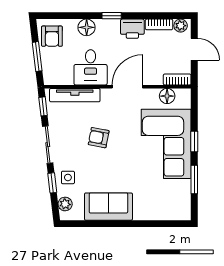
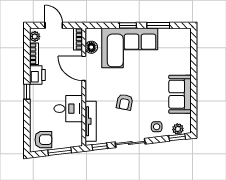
floor lamp: (87, 27) -> (36, 112), removed
door: (194, 49) -> (54, 25), hinge flipped
door: (127, 87) -> (84, 68), moved
window: (52, 183) -> (177, 137), moved

